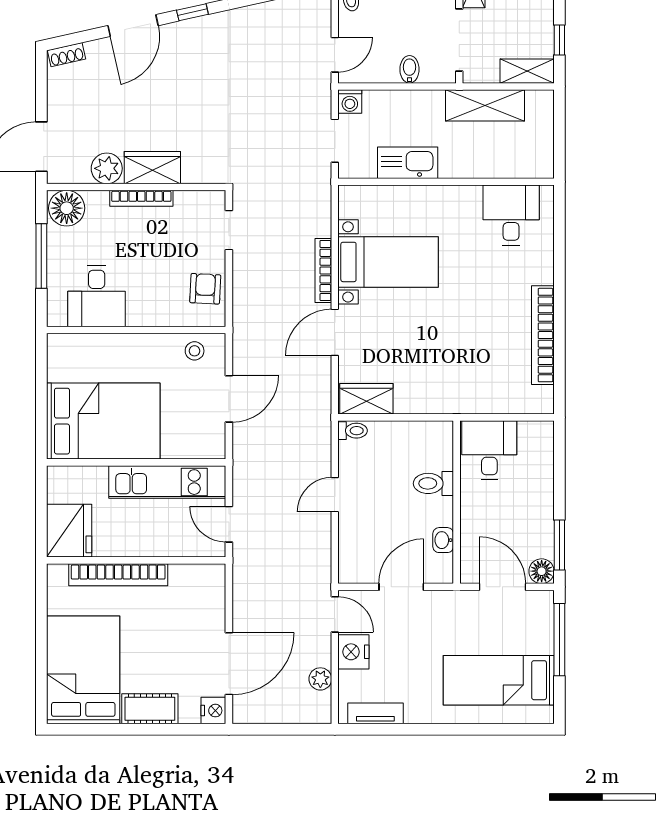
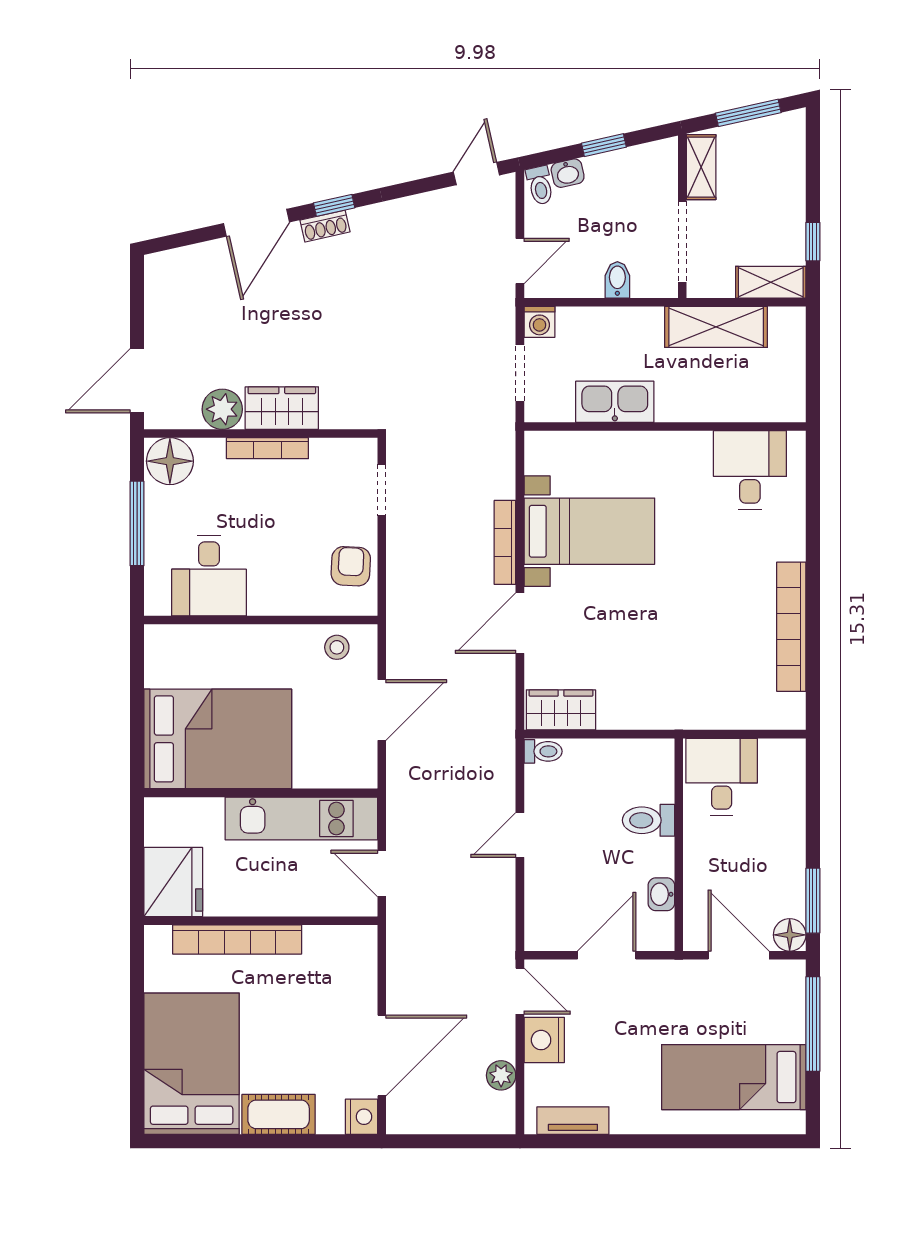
shoe rack: (67, 55) -> (325, 226), moved

